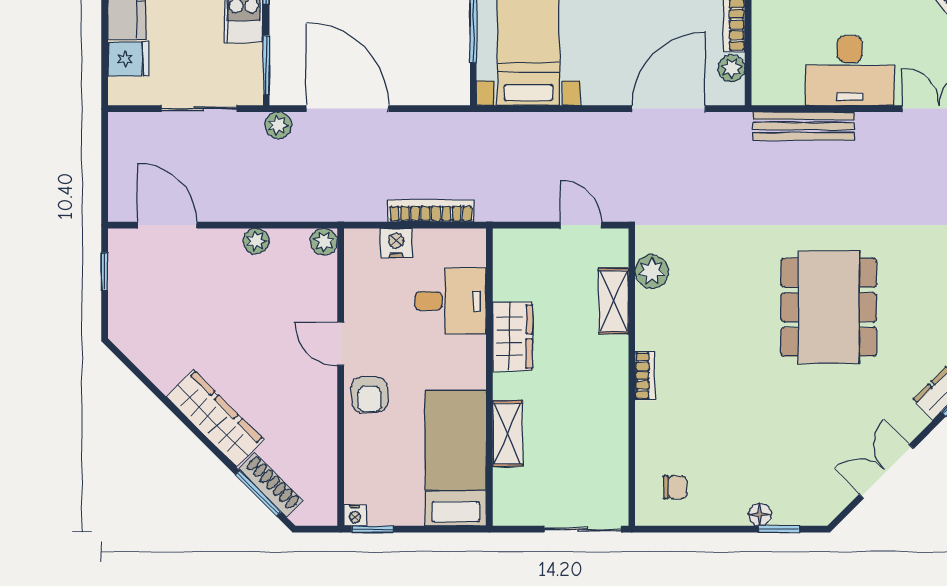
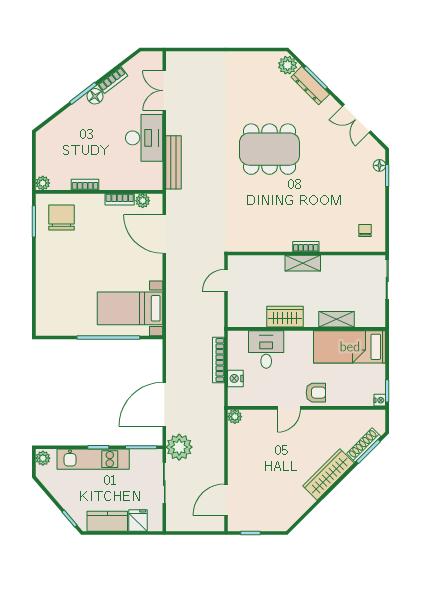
plant: (278, 125) -> (179, 447), width x1.87, depth x1.87
plant: (256, 241) -> (234, 453), removed
plant: (652, 272) -> (251, 243), removed
shelving: (614, 301) -> (303, 263), moved
floor lamp: (760, 515) -> (379, 165), moved

